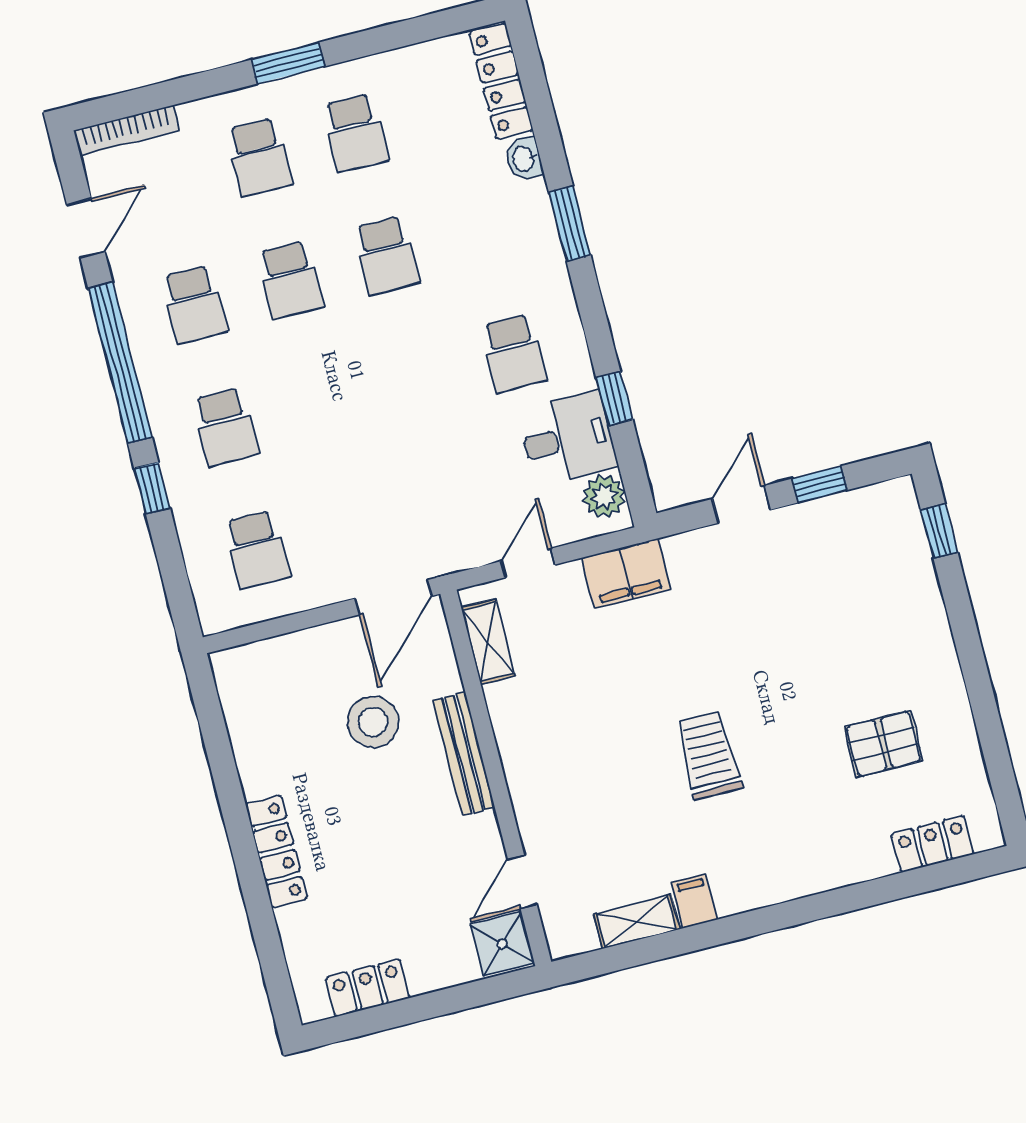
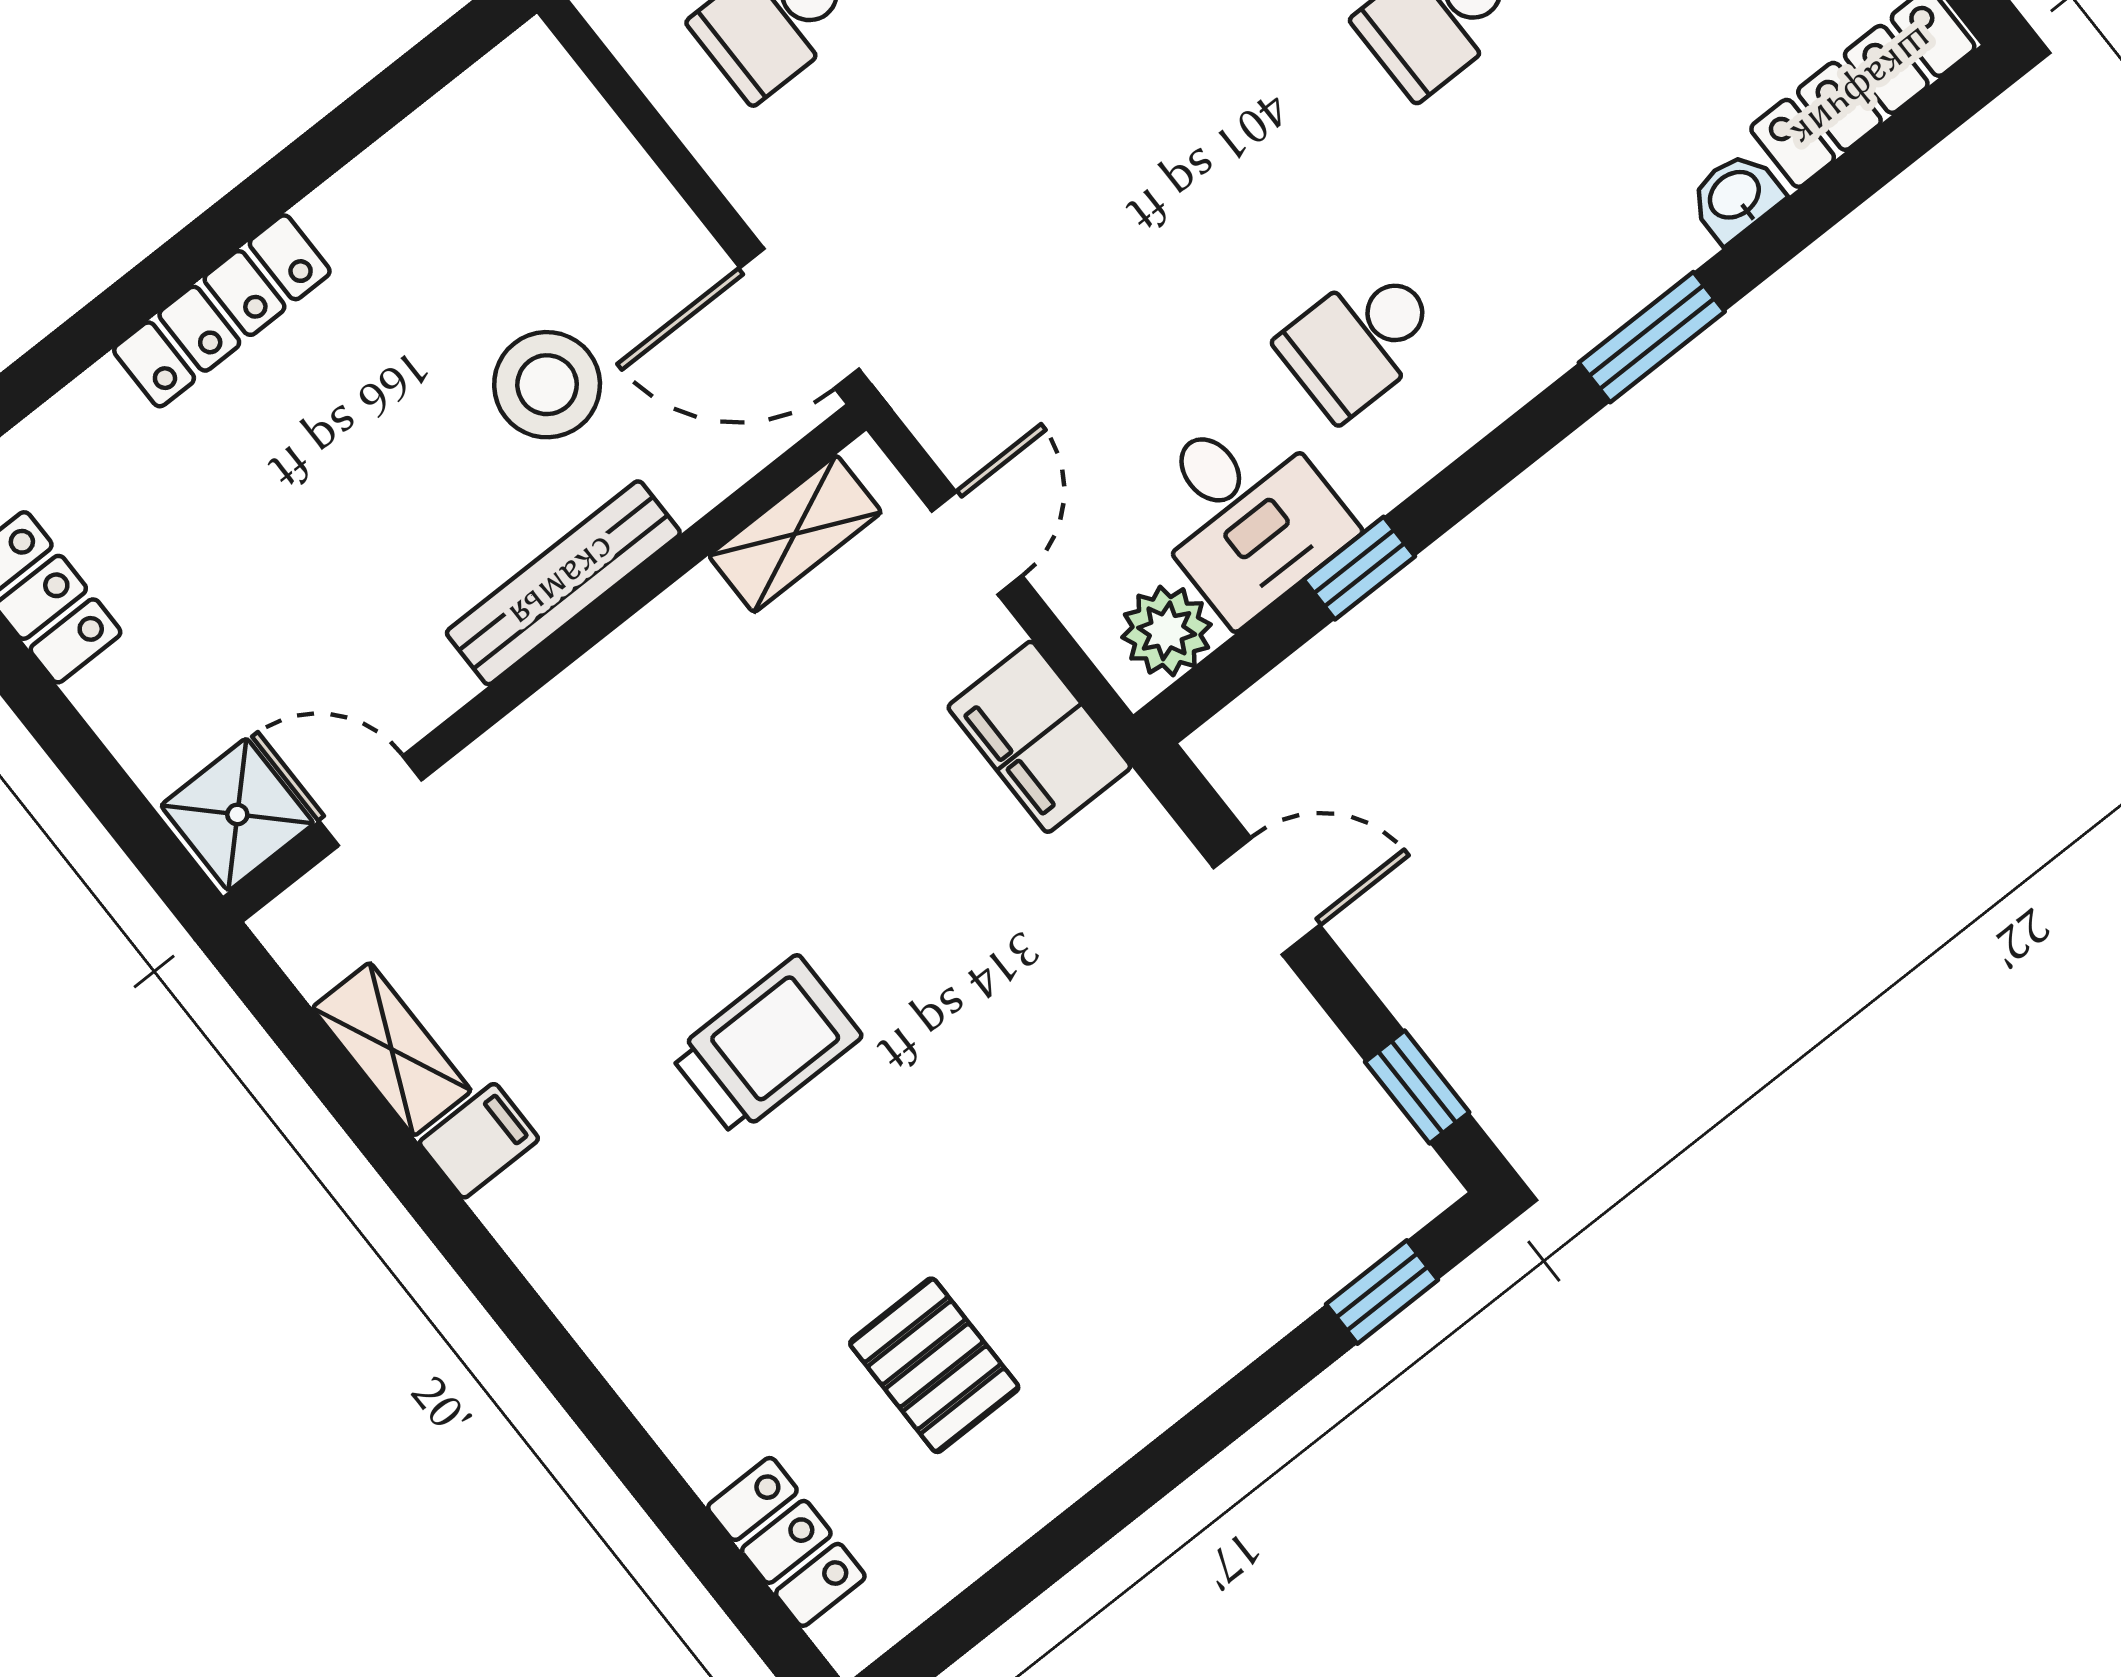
window: (820, 484) -> (1417, 1087), moved
door: (528, 563) -> (977, 543), hinge flipped

